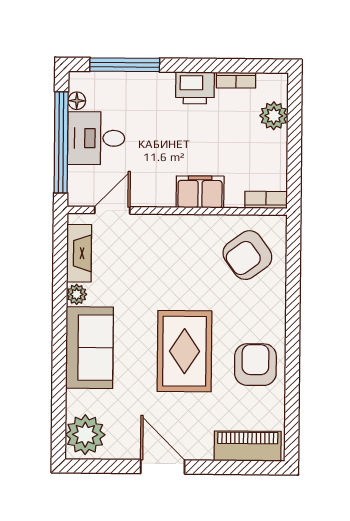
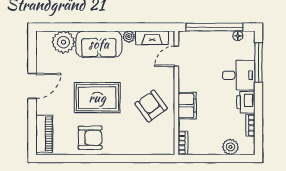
desk: (96, 138) -> (239, 75), moved, turned 90
door: (112, 210) -> (176, 56), swing flipped
armchair: (247, 255) -> (151, 106), moved
plant: (85, 435) -> (63, 42), moved

